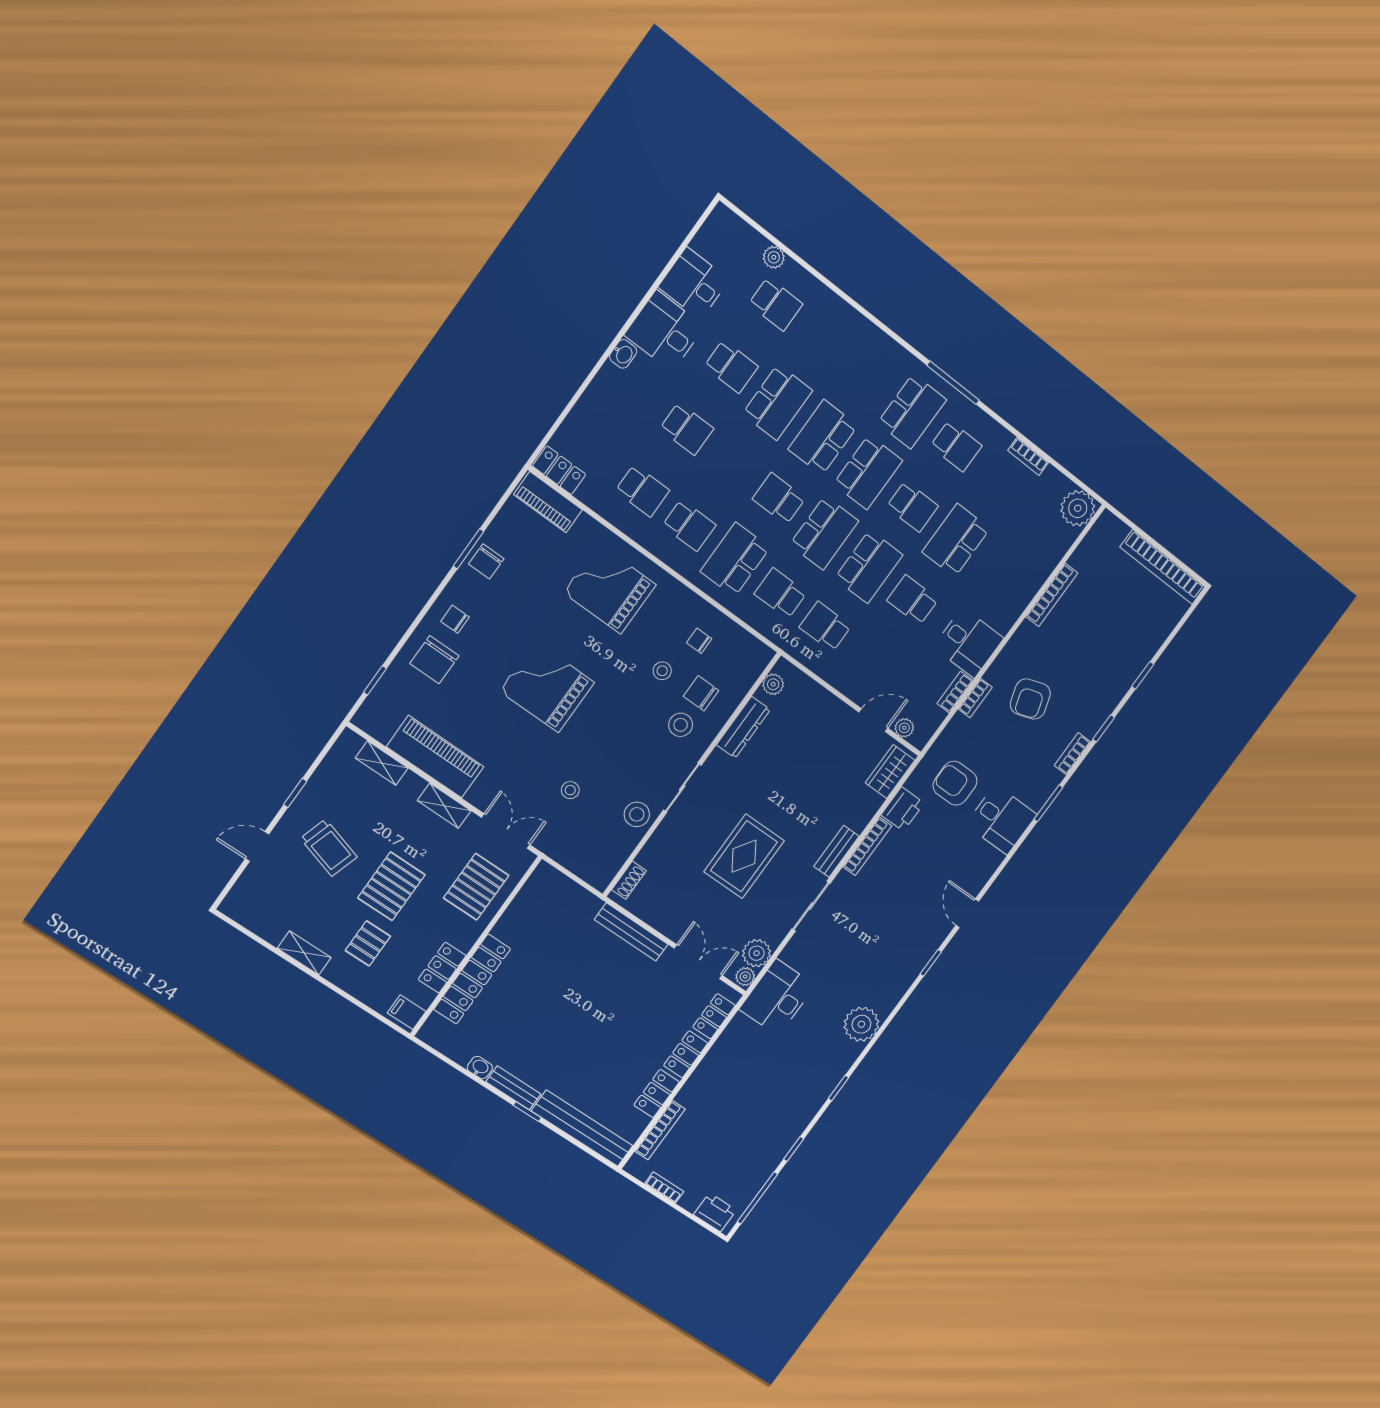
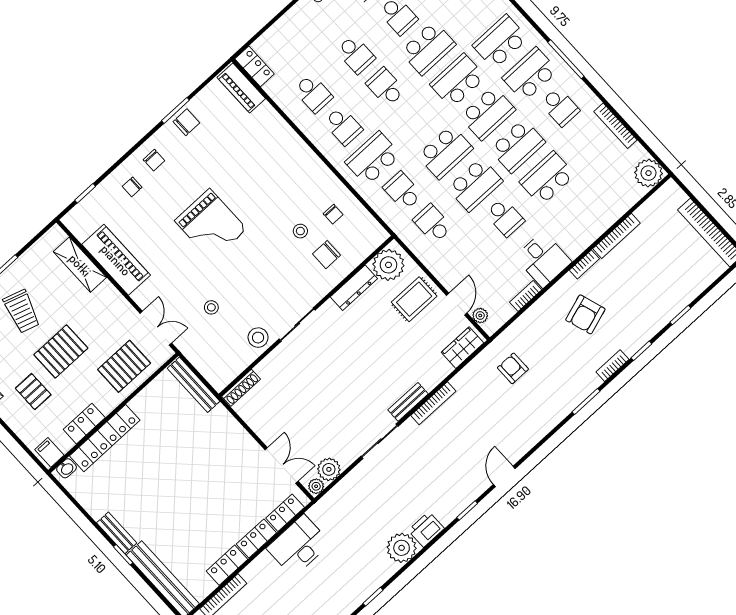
school desk: (867, 376) -> (500, 42), added
school desk: (912, 411) -> (530, 74), turned 180
bookcase: (1028, 456) -> (615, 126), width x1.56
school desk: (779, 499) -> (386, 87), moved
school desk: (912, 506) -> (517, 146), width x1.85
chair: (486, 561) -> (186, 122), turned 180
grand piano: (610, 589) -> (273, 161), removed
school desk: (913, 600) -> (505, 217), turned 180
chair: (455, 619) -> (154, 160), turned 180
chair: (699, 641) -> (333, 214), turned 180
chair: (434, 660) -> (132, 187), width x0.54, depth x0.54
plant: (773, 684) -> (388, 265), width x1.88, depth x1.88
grand piano: (547, 687) -> (211, 225), turned 180
chair: (701, 693) -> (327, 255), turned -90
bookcase: (975, 698) -> (584, 264), moved
door: (873, 720) -> (457, 304), hinge flipped
stool: (681, 725) -> (306, 275), removed
shelving: (382, 763) -> (80, 265), width x1.50, depth x1.33
armchair: (955, 783) -> (513, 368), width x0.72, depth x0.72
shelving: (444, 806) -> (114, 298), removed
printer: (902, 809) -> (426, 529), moved, turned 180
desk: (1001, 820) -> (545, 406), removed
rug: (744, 856) -> (414, 299), moved, width x0.73, depth x0.70
shoe rack: (629, 880) -> (241, 388), width x1.43
bench: (631, 932) -> (194, 385), moved
pallet: (368, 943) -> (33, 392), turned 90
desk: (777, 997) -> (298, 546), moved
washbasin: (480, 1068) -> (67, 468), moved, turned 90

